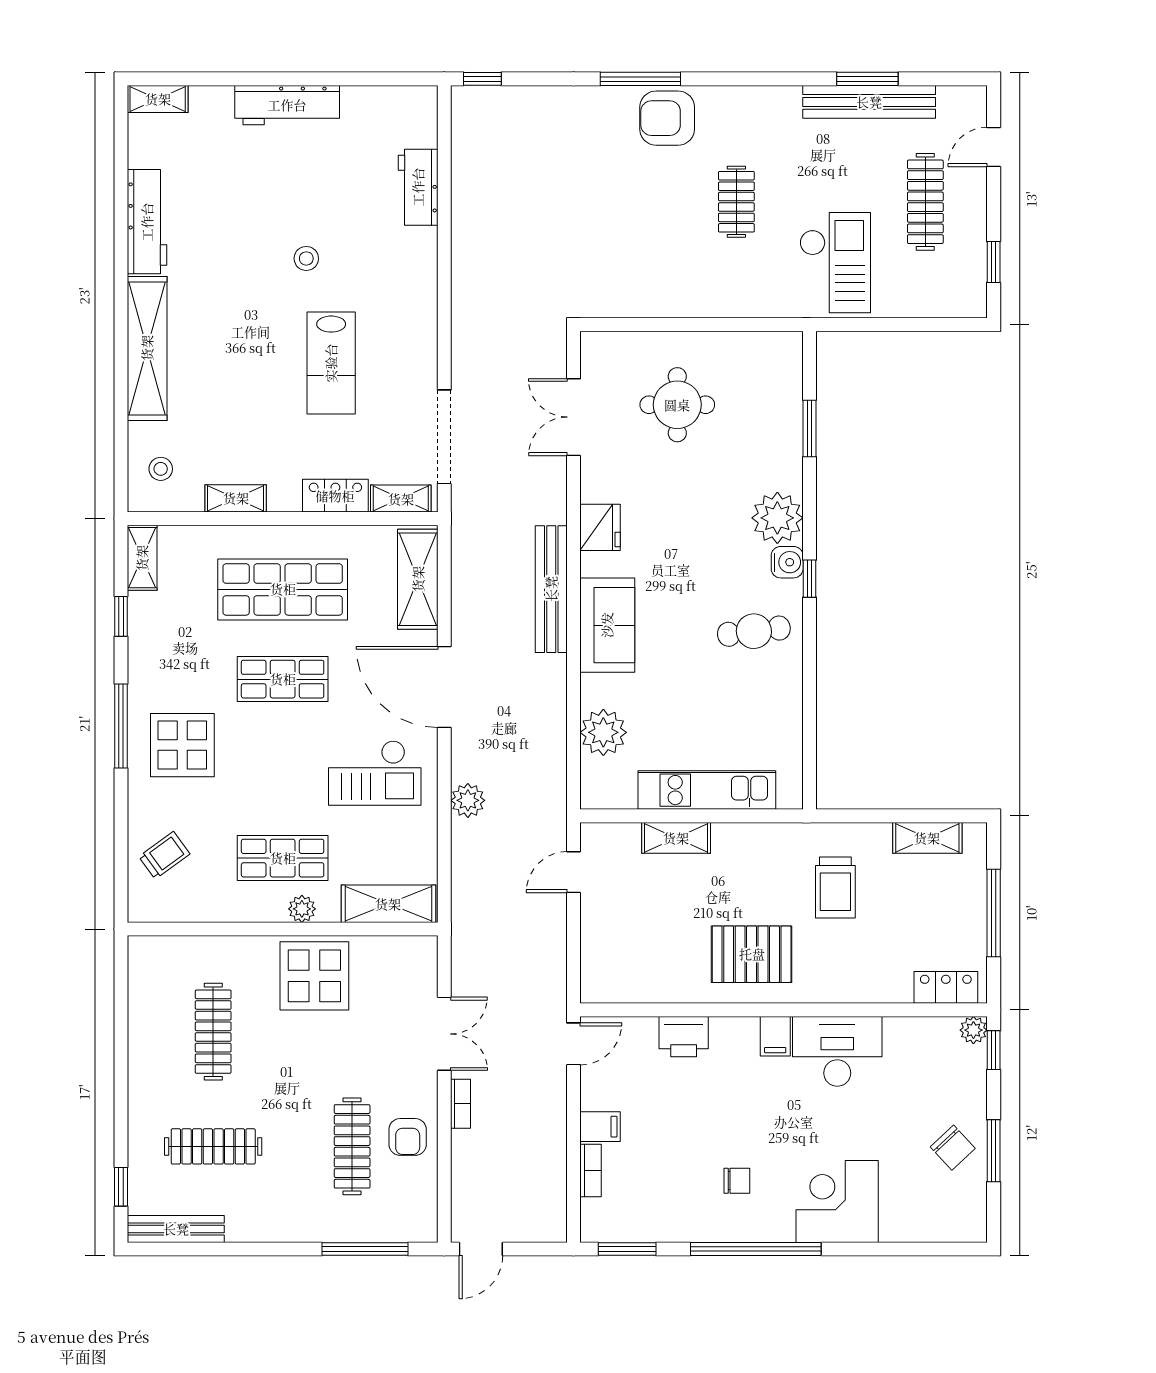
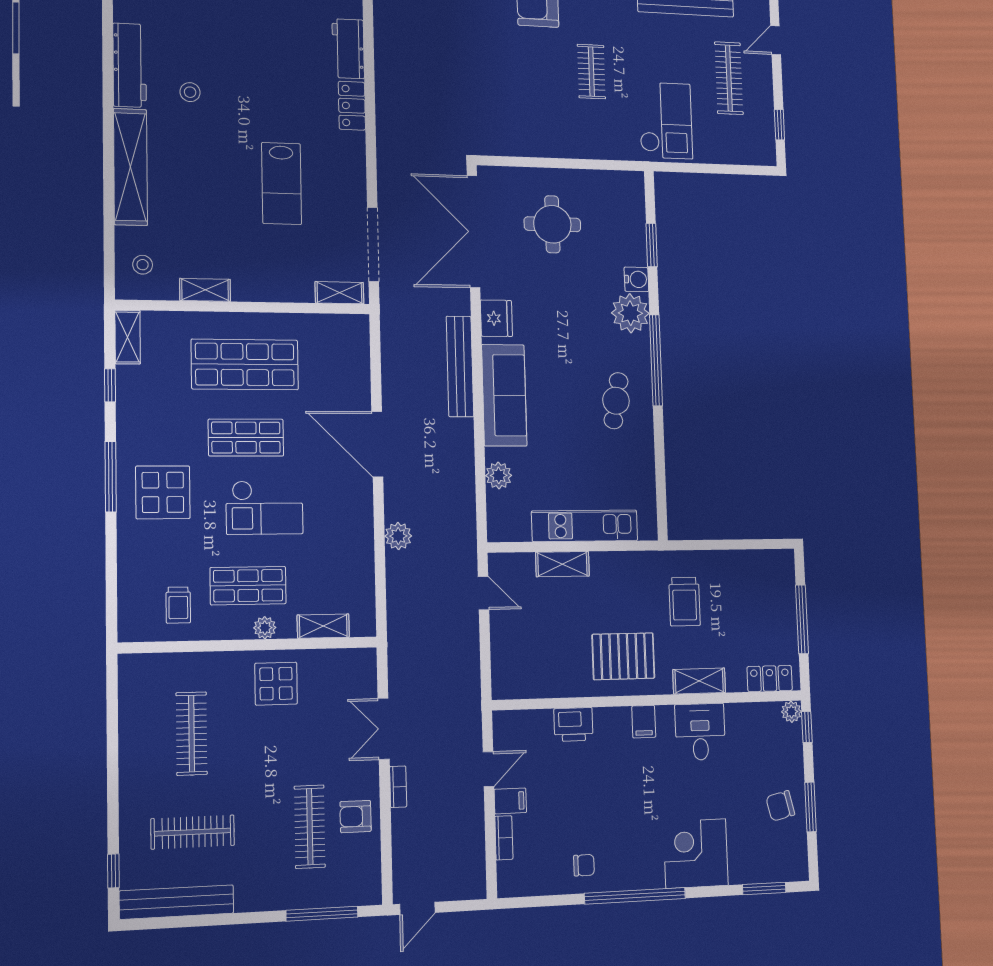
stool: (306, 258) -> (190, 92), moved
double door: (574, 417) -> (474, 232), width x1.87
locker: (335, 496) -> (352, 106), moved, turned -90
water cooler: (787, 562) -> (636, 279), moved
shelving: (418, 579) -> (354, 357), removed
window: (809, 579) -> (656, 360), width x3.17
sofa: (607, 625) -> (504, 395), width x1.36
cafe table: (754, 631) -> (616, 401), turned -73
plant: (603, 732) -> (499, 475), width x0.73, depth x0.73
checkout: (375, 773) -> (264, 507), moved
shelving: (927, 838) -> (699, 681), moved
trolley: (164, 855) -> (178, 605), moved, turned 126
door: (574, 872) -> (484, 593), swing flipped
shelving: (388, 904) -> (323, 626), width x0.67, depth x0.75
display table: (314, 976) -> (276, 684), width x0.73, depth x0.73
double door: (444, 1034) -> (384, 729), swing flipped
door: (574, 1044) -> (488, 769), moved
desk: (837, 1051) -> (700, 732), width x0.73
armchair: (408, 1137) -> (356, 817), turned 90
chair: (953, 1148) -> (780, 806), turned 120
chair: (737, 1181) -> (584, 865), moved
bench: (176, 1229) -> (177, 902), width x1.37, depth x1.21
window: (627, 1249) -> (764, 889), moved

